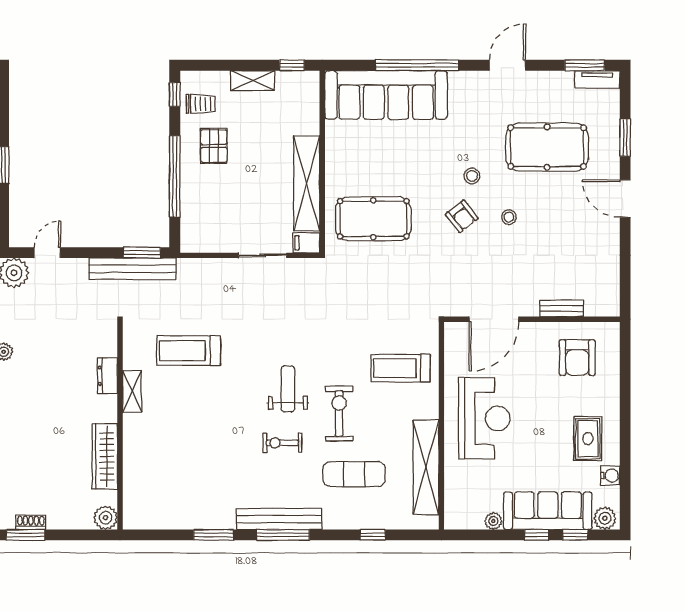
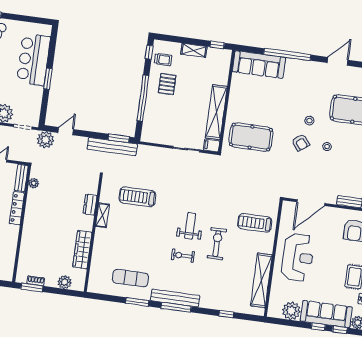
sofa: (386, 95) -> (259, 65), width x0.74, depth x0.79
exercise mat: (354, 474) -> (130, 278), moved
plant: (106, 518) -> (65, 282), moved
plant: (493, 521) -> (291, 311), width x1.87, depth x1.87

